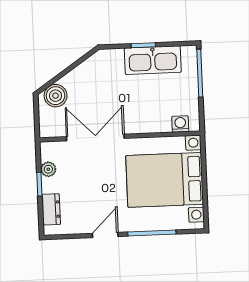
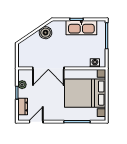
boiler: (56, 96) -> (46, 33), moved
double door: (95, 137) -> (48, 68), swing flipped
door: (105, 235) -> (36, 122), moved

